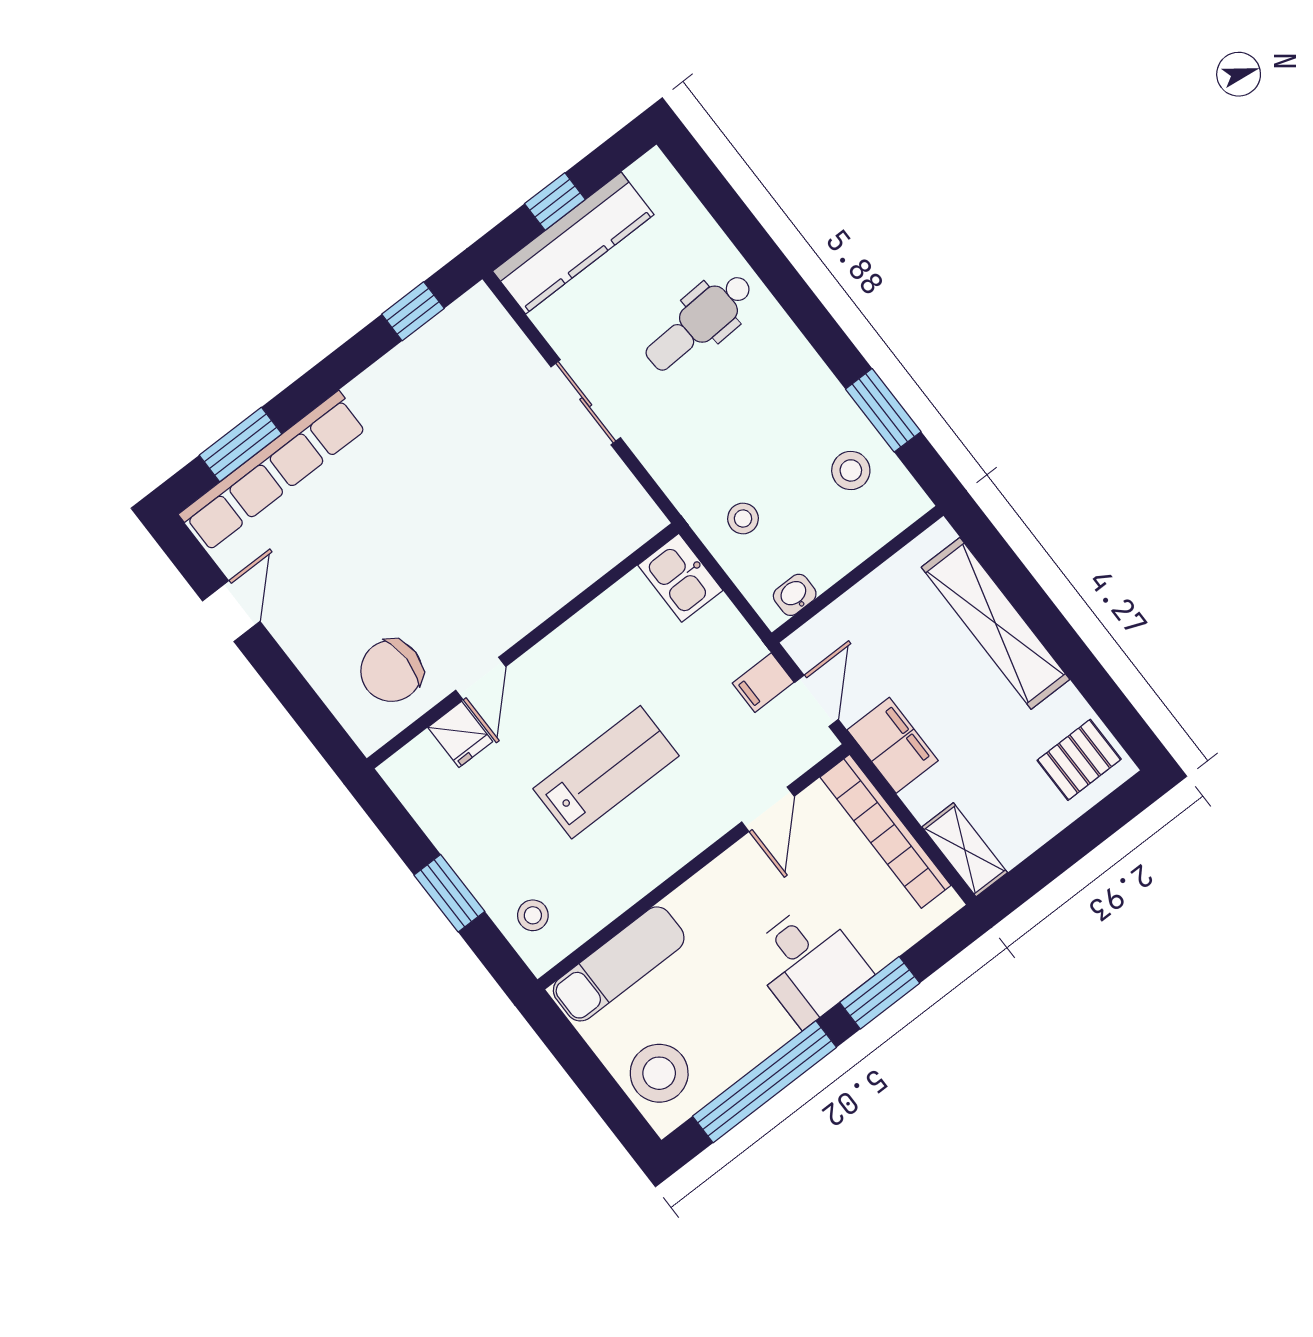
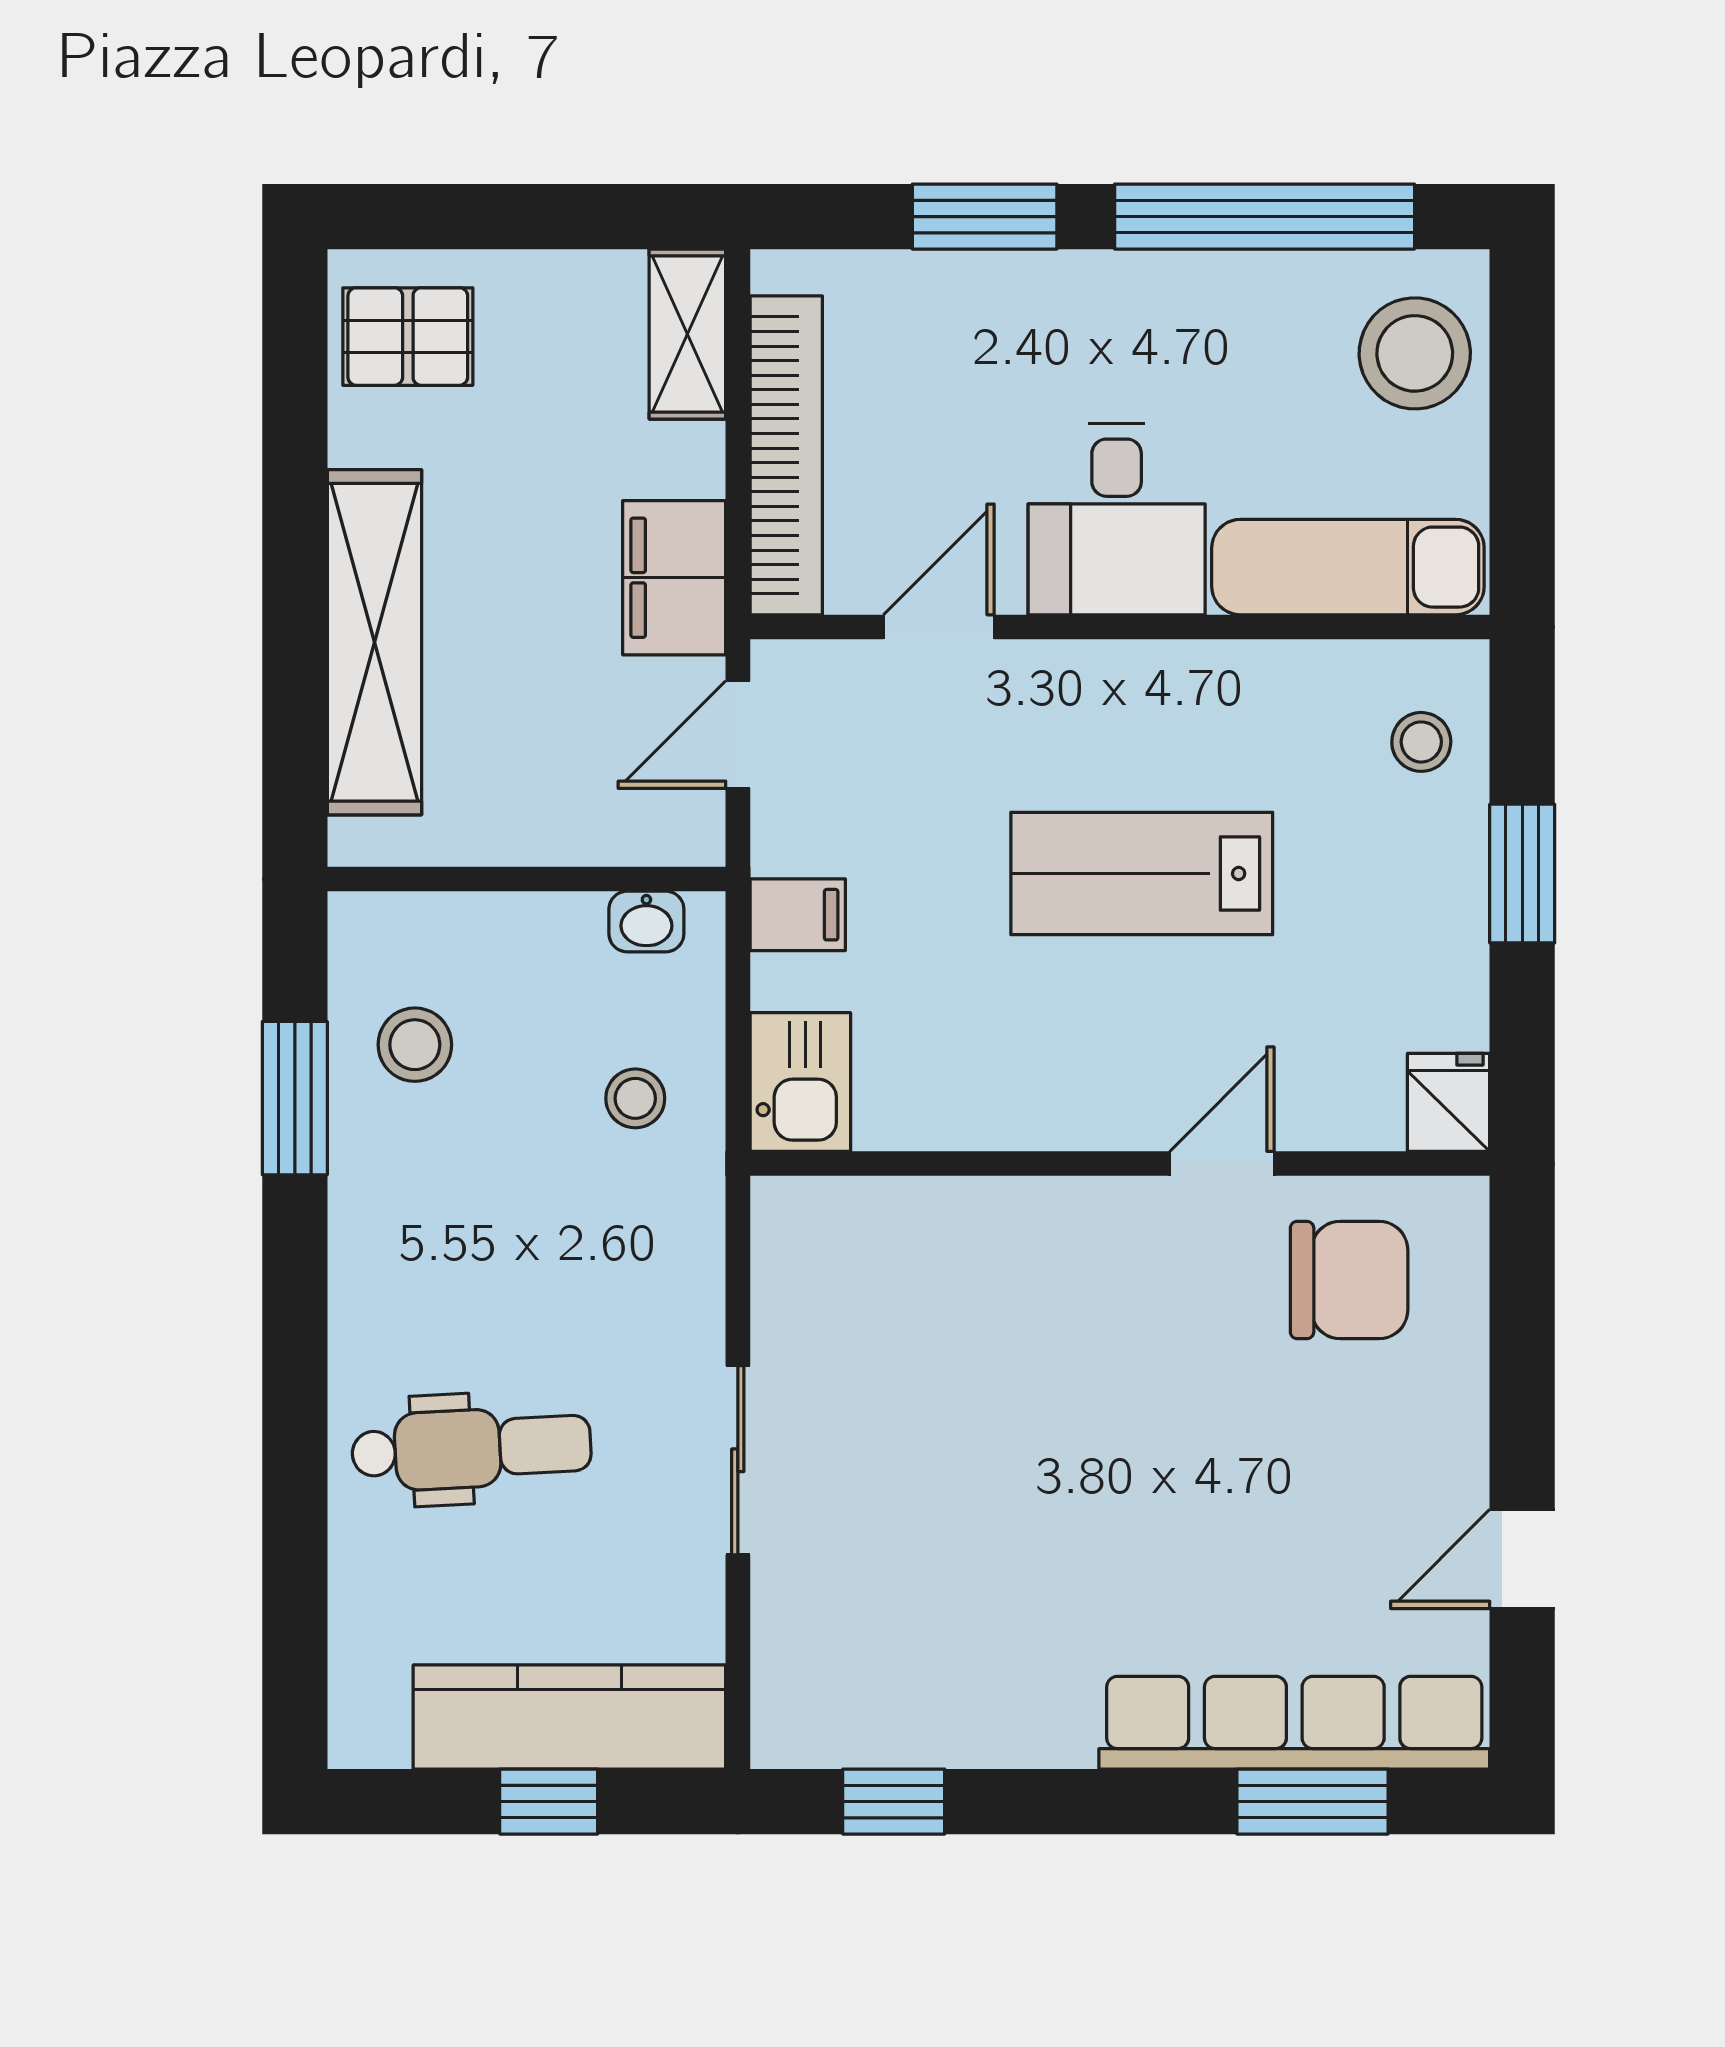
filing cabinet: (763, 683) -> (798, 915), moved
fridge: (460, 734) -> (1449, 1102), moved
desk: (808, 964) -> (1117, 519), moved, turned 180

